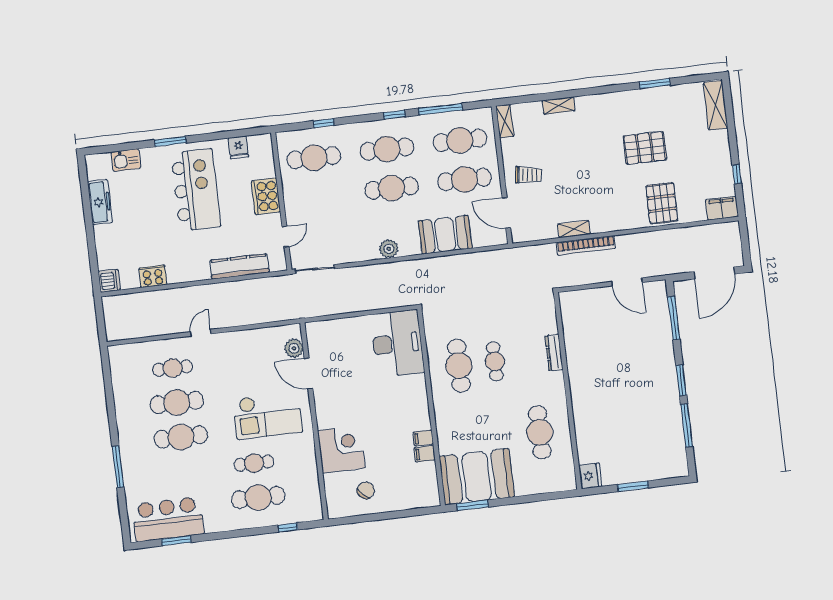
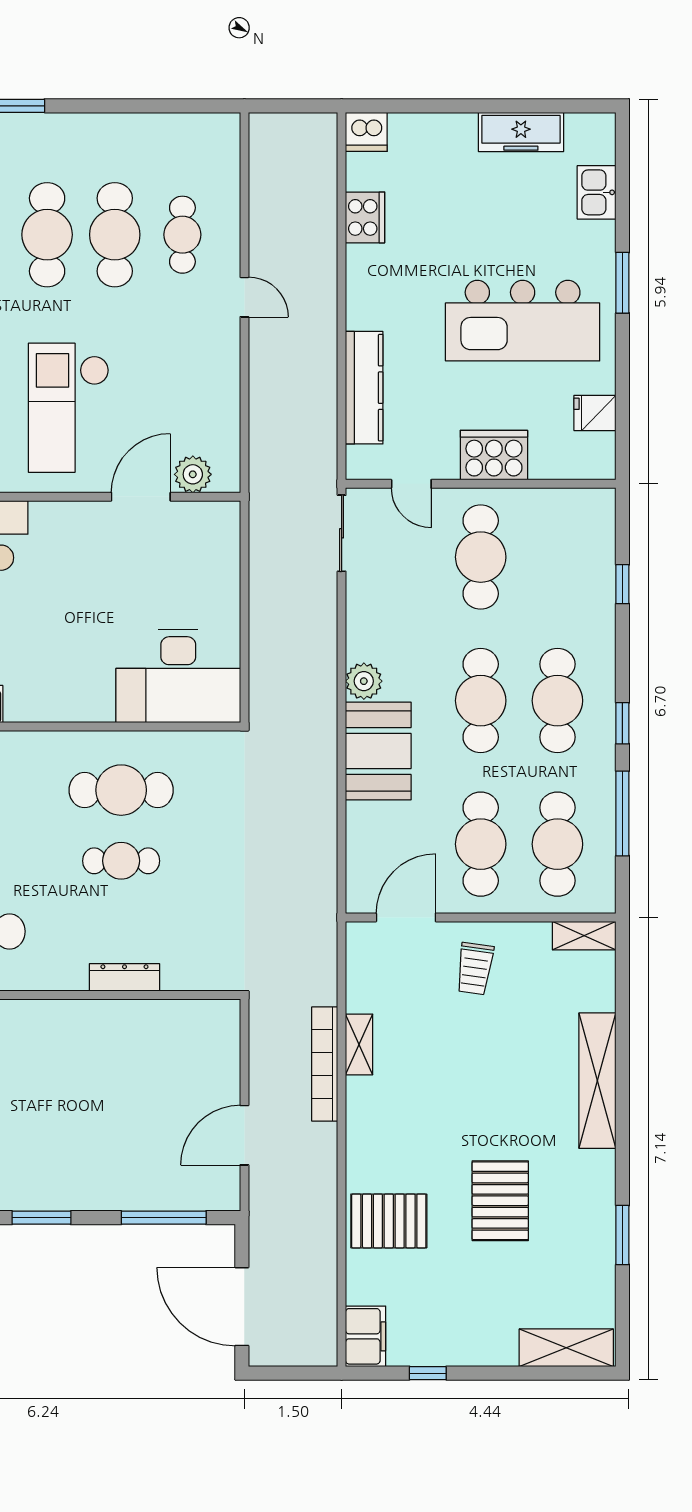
shelving: (559, 106) -> (597, 1081), width x2.20, depth x1.33
cafe table: (314, 158) -> (481, 557), moved
booth: (445, 235) -> (378, 751), moved

